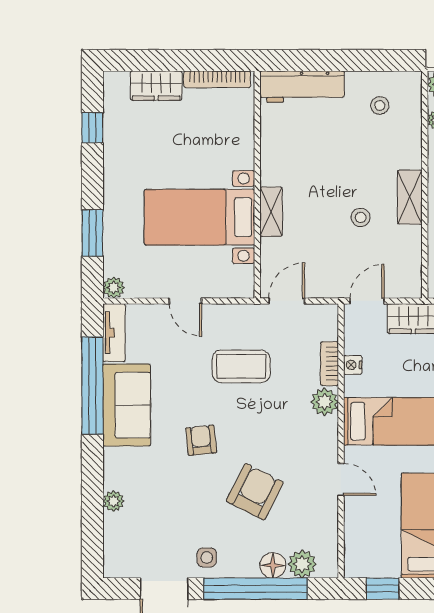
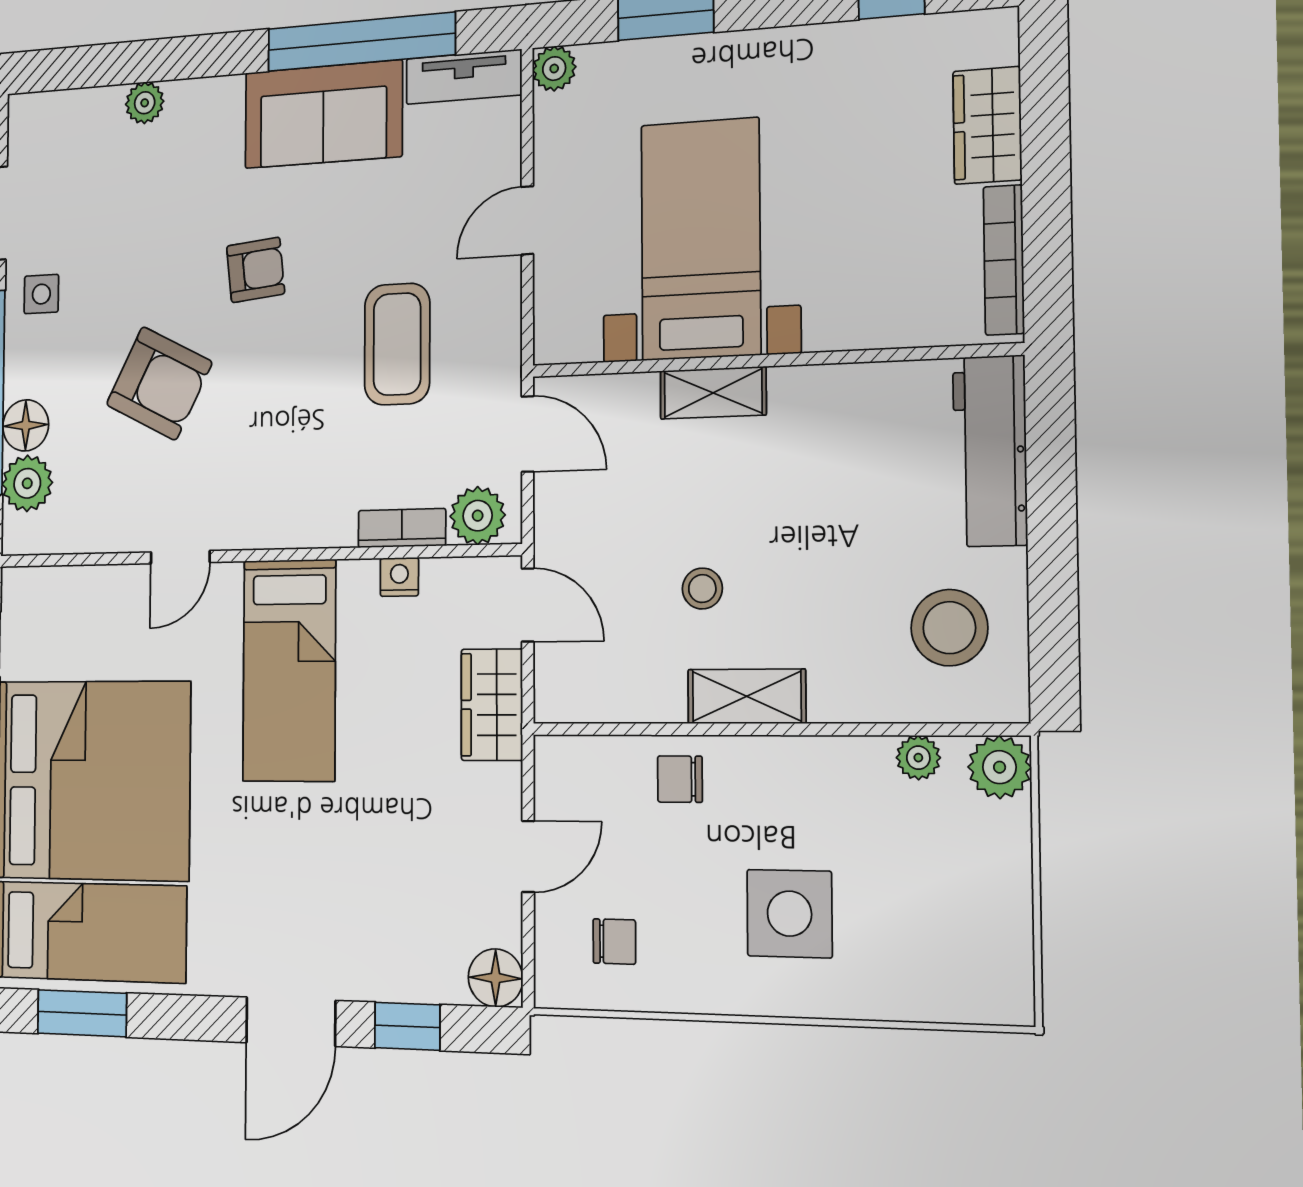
stool: (380, 106) -> (949, 628), width x1.89, depth x1.89
plant: (325, 402) -> (478, 516), moved

